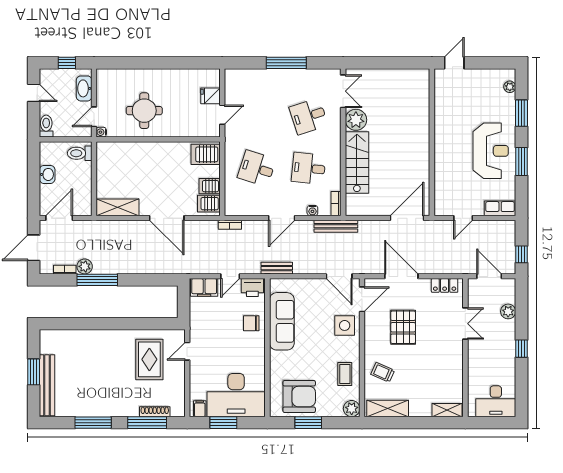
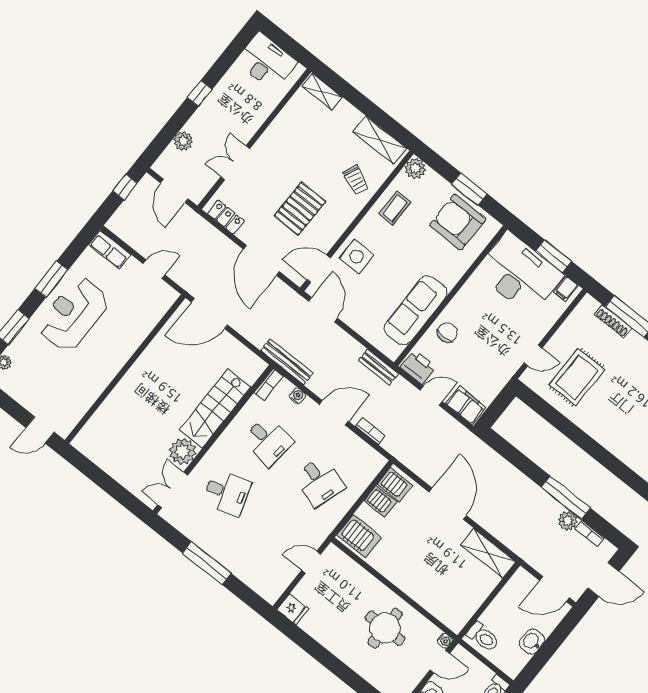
fridge: (210, 96) -> (293, 609), moved
bookcase: (230, 225) -> (370, 431), moved
chair: (251, 323) -> (447, 332), turned -90

